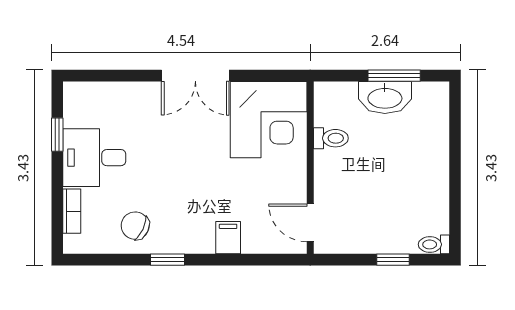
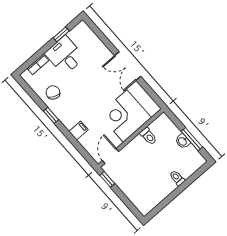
washbasin: (385, 97) -> (183, 141), width x0.52, depth x0.69
corner desk: (269, 120) -> (125, 116), moved, turned 90
toilet: (434, 244) -> (177, 178), moved
window: (393, 260) -> (107, 179), moved

